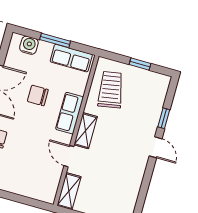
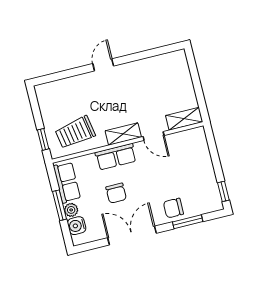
plant: (45, 48) -> (71, 210), added
window: (140, 64) -> (43, 139), moved
window: (164, 118) -> (74, 72), removed
door: (69, 156) -> (154, 136), hinge flipped

